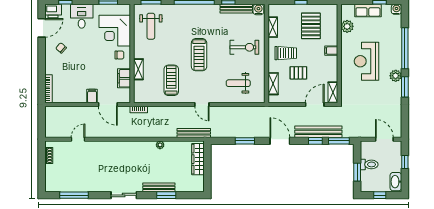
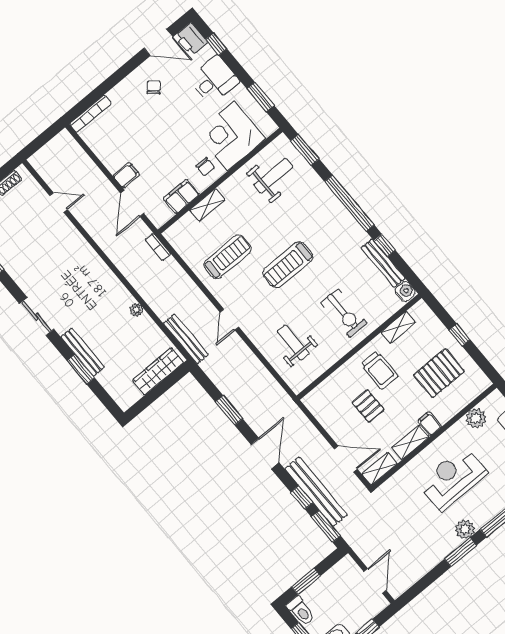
weight bench: (151, 26) -> (273, 176), turned 180
shelving: (273, 84) -> (410, 443), moved
toilet: (369, 164) -> (301, 611), moved

